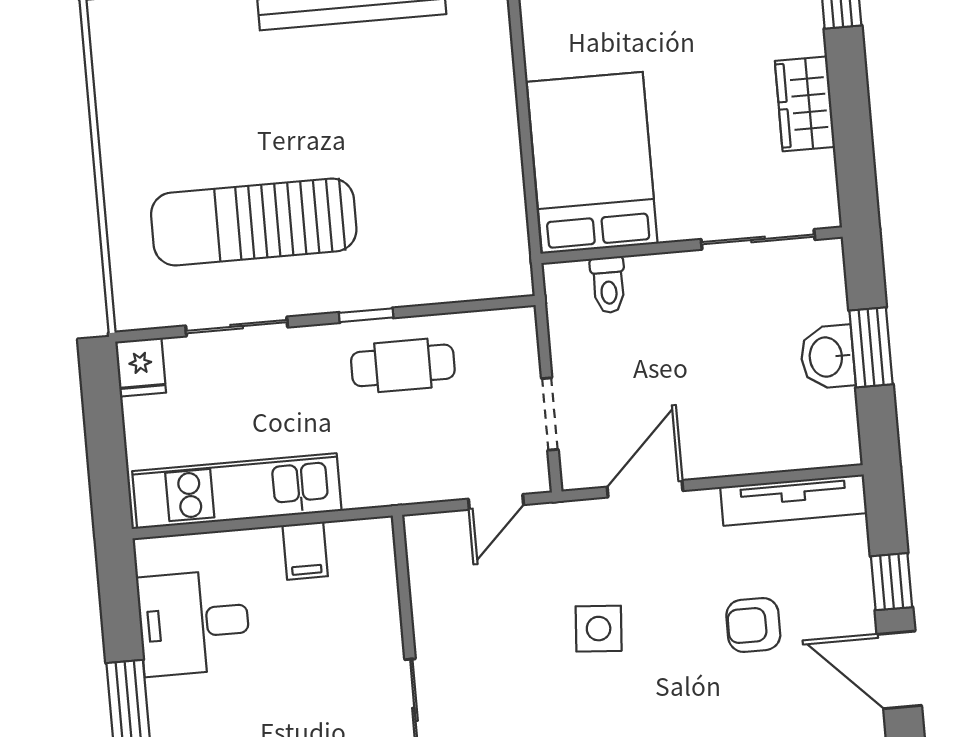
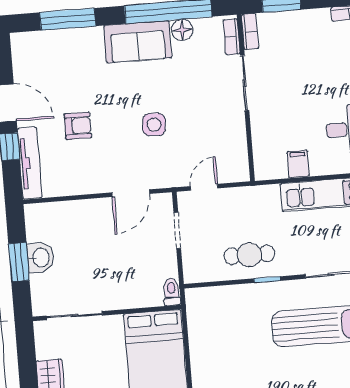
toilet: (608, 285) -> (172, 292), moved
tv unit: (794, 500) -> (30, 163), moved, turned 90

